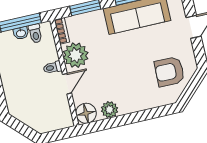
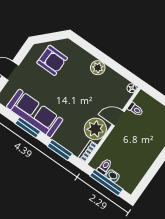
toilet: (52, 68) -> (135, 109), moved
plant: (110, 110) -> (98, 68), moved
floor lamp: (86, 113) -> (132, 88), width x0.53, depth x0.53

